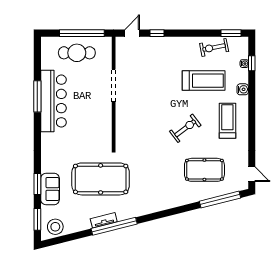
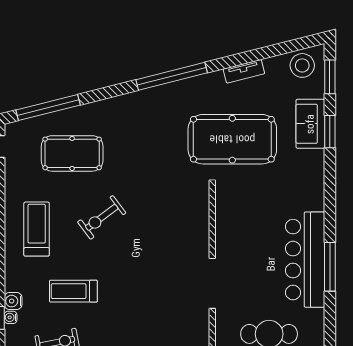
treadmill: (204, 81) -> (73, 291), width x0.73, depth x0.73
water cooler: (243, 89) -> (13, 301), moved
treadmill: (227, 121) -> (37, 229), turned 180
tv unit: (104, 220) -> (244, 71), moved
window: (114, 226) -> (172, 76), moved

